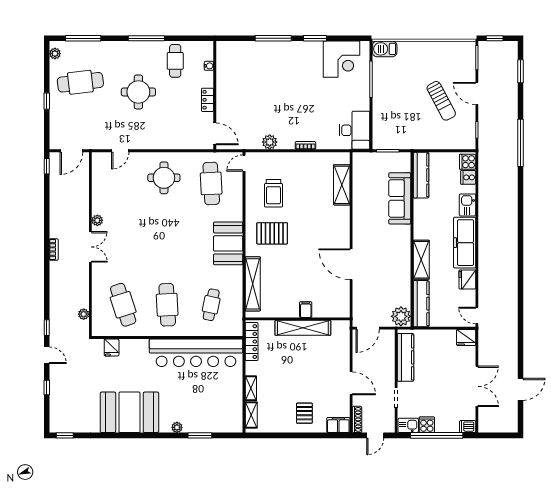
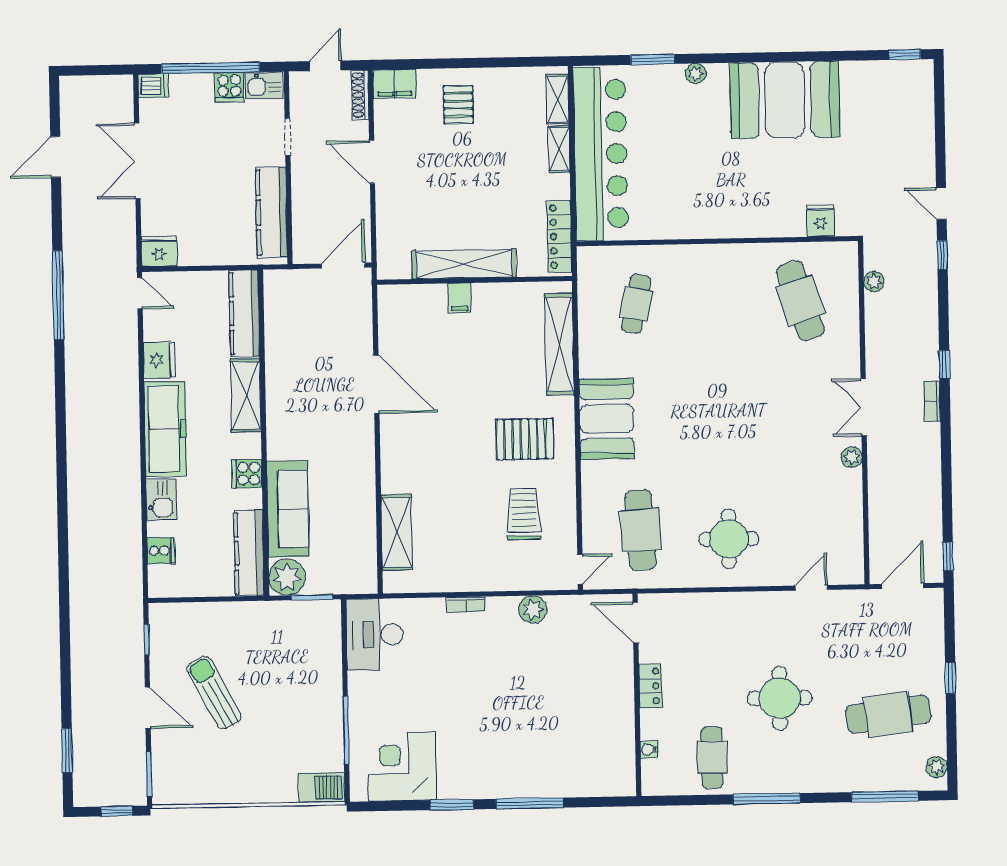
window: (521, 143) -> (58, 295), moved
cooker: (468, 162) -> (247, 474), moved, turned 180
cafe table: (167, 305) -> (718, 302), removed
plant: (401, 316) -> (287, 577), moved
bar counter: (196, 353) -> (601, 154), moved, turned 90
window: (47, 387) -> (944, 365), moved

